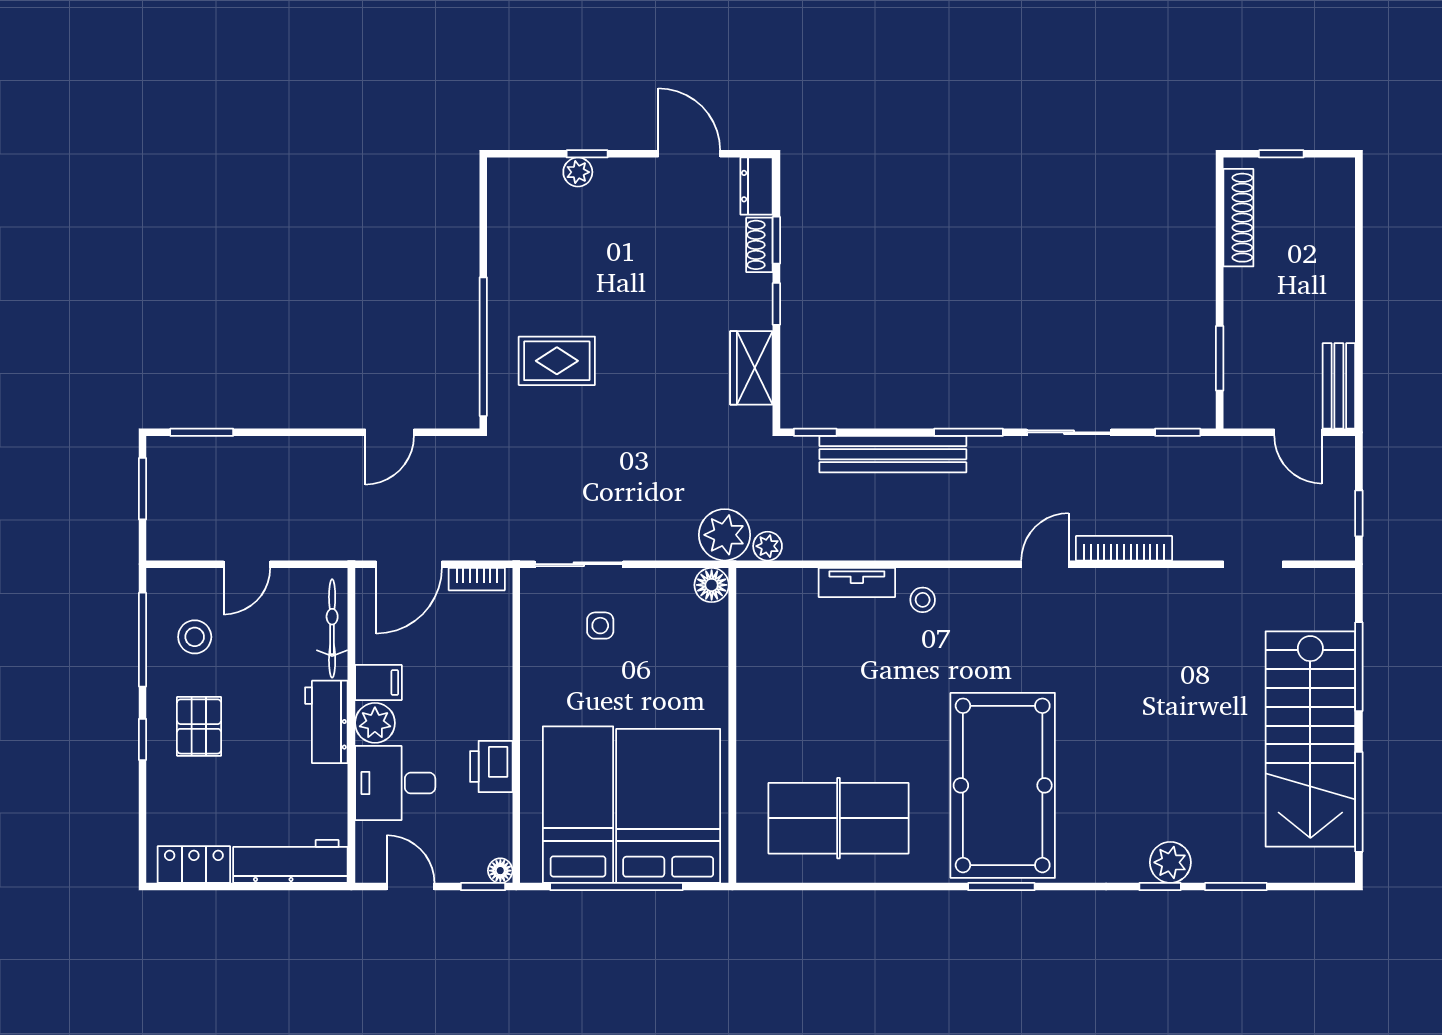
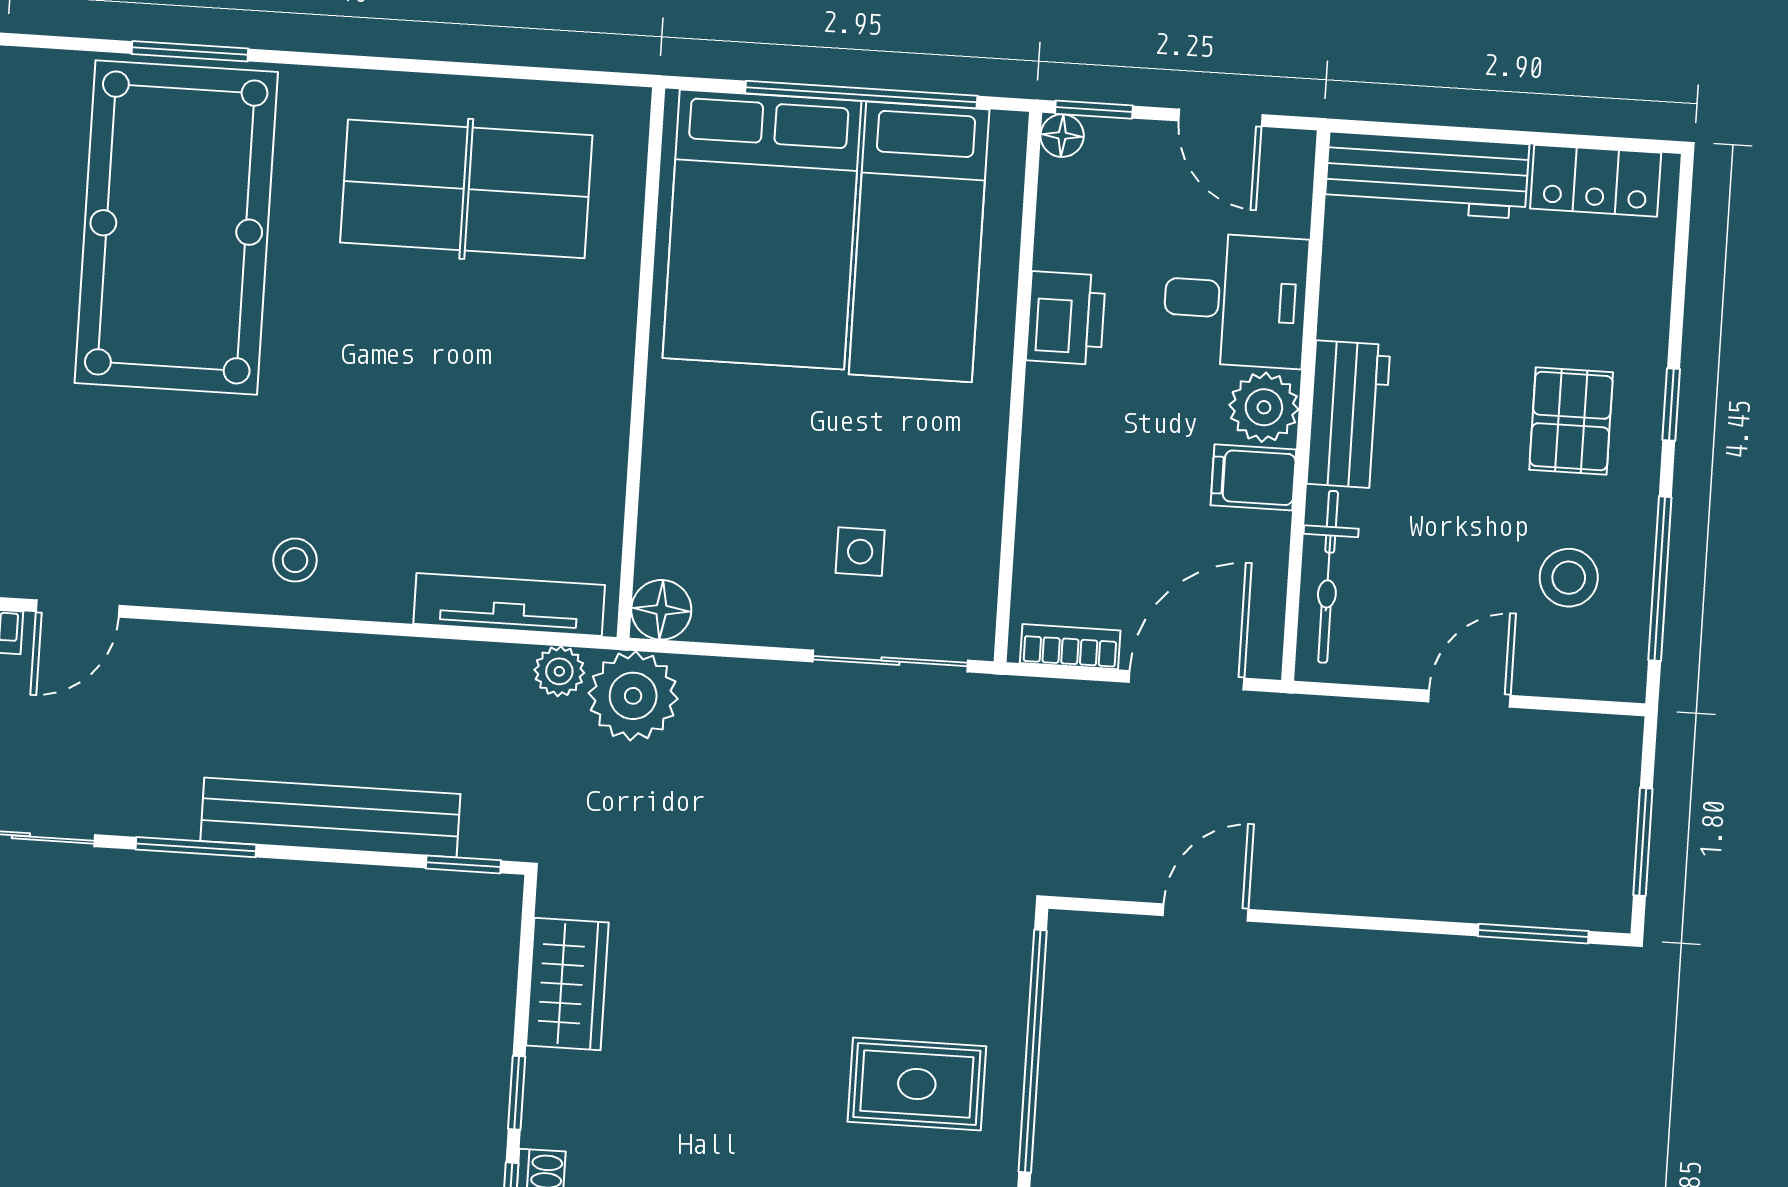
rug: (557, 361) -> (917, 1084), moved
tv unit: (857, 582) -> (509, 604), moved, width x1.41

